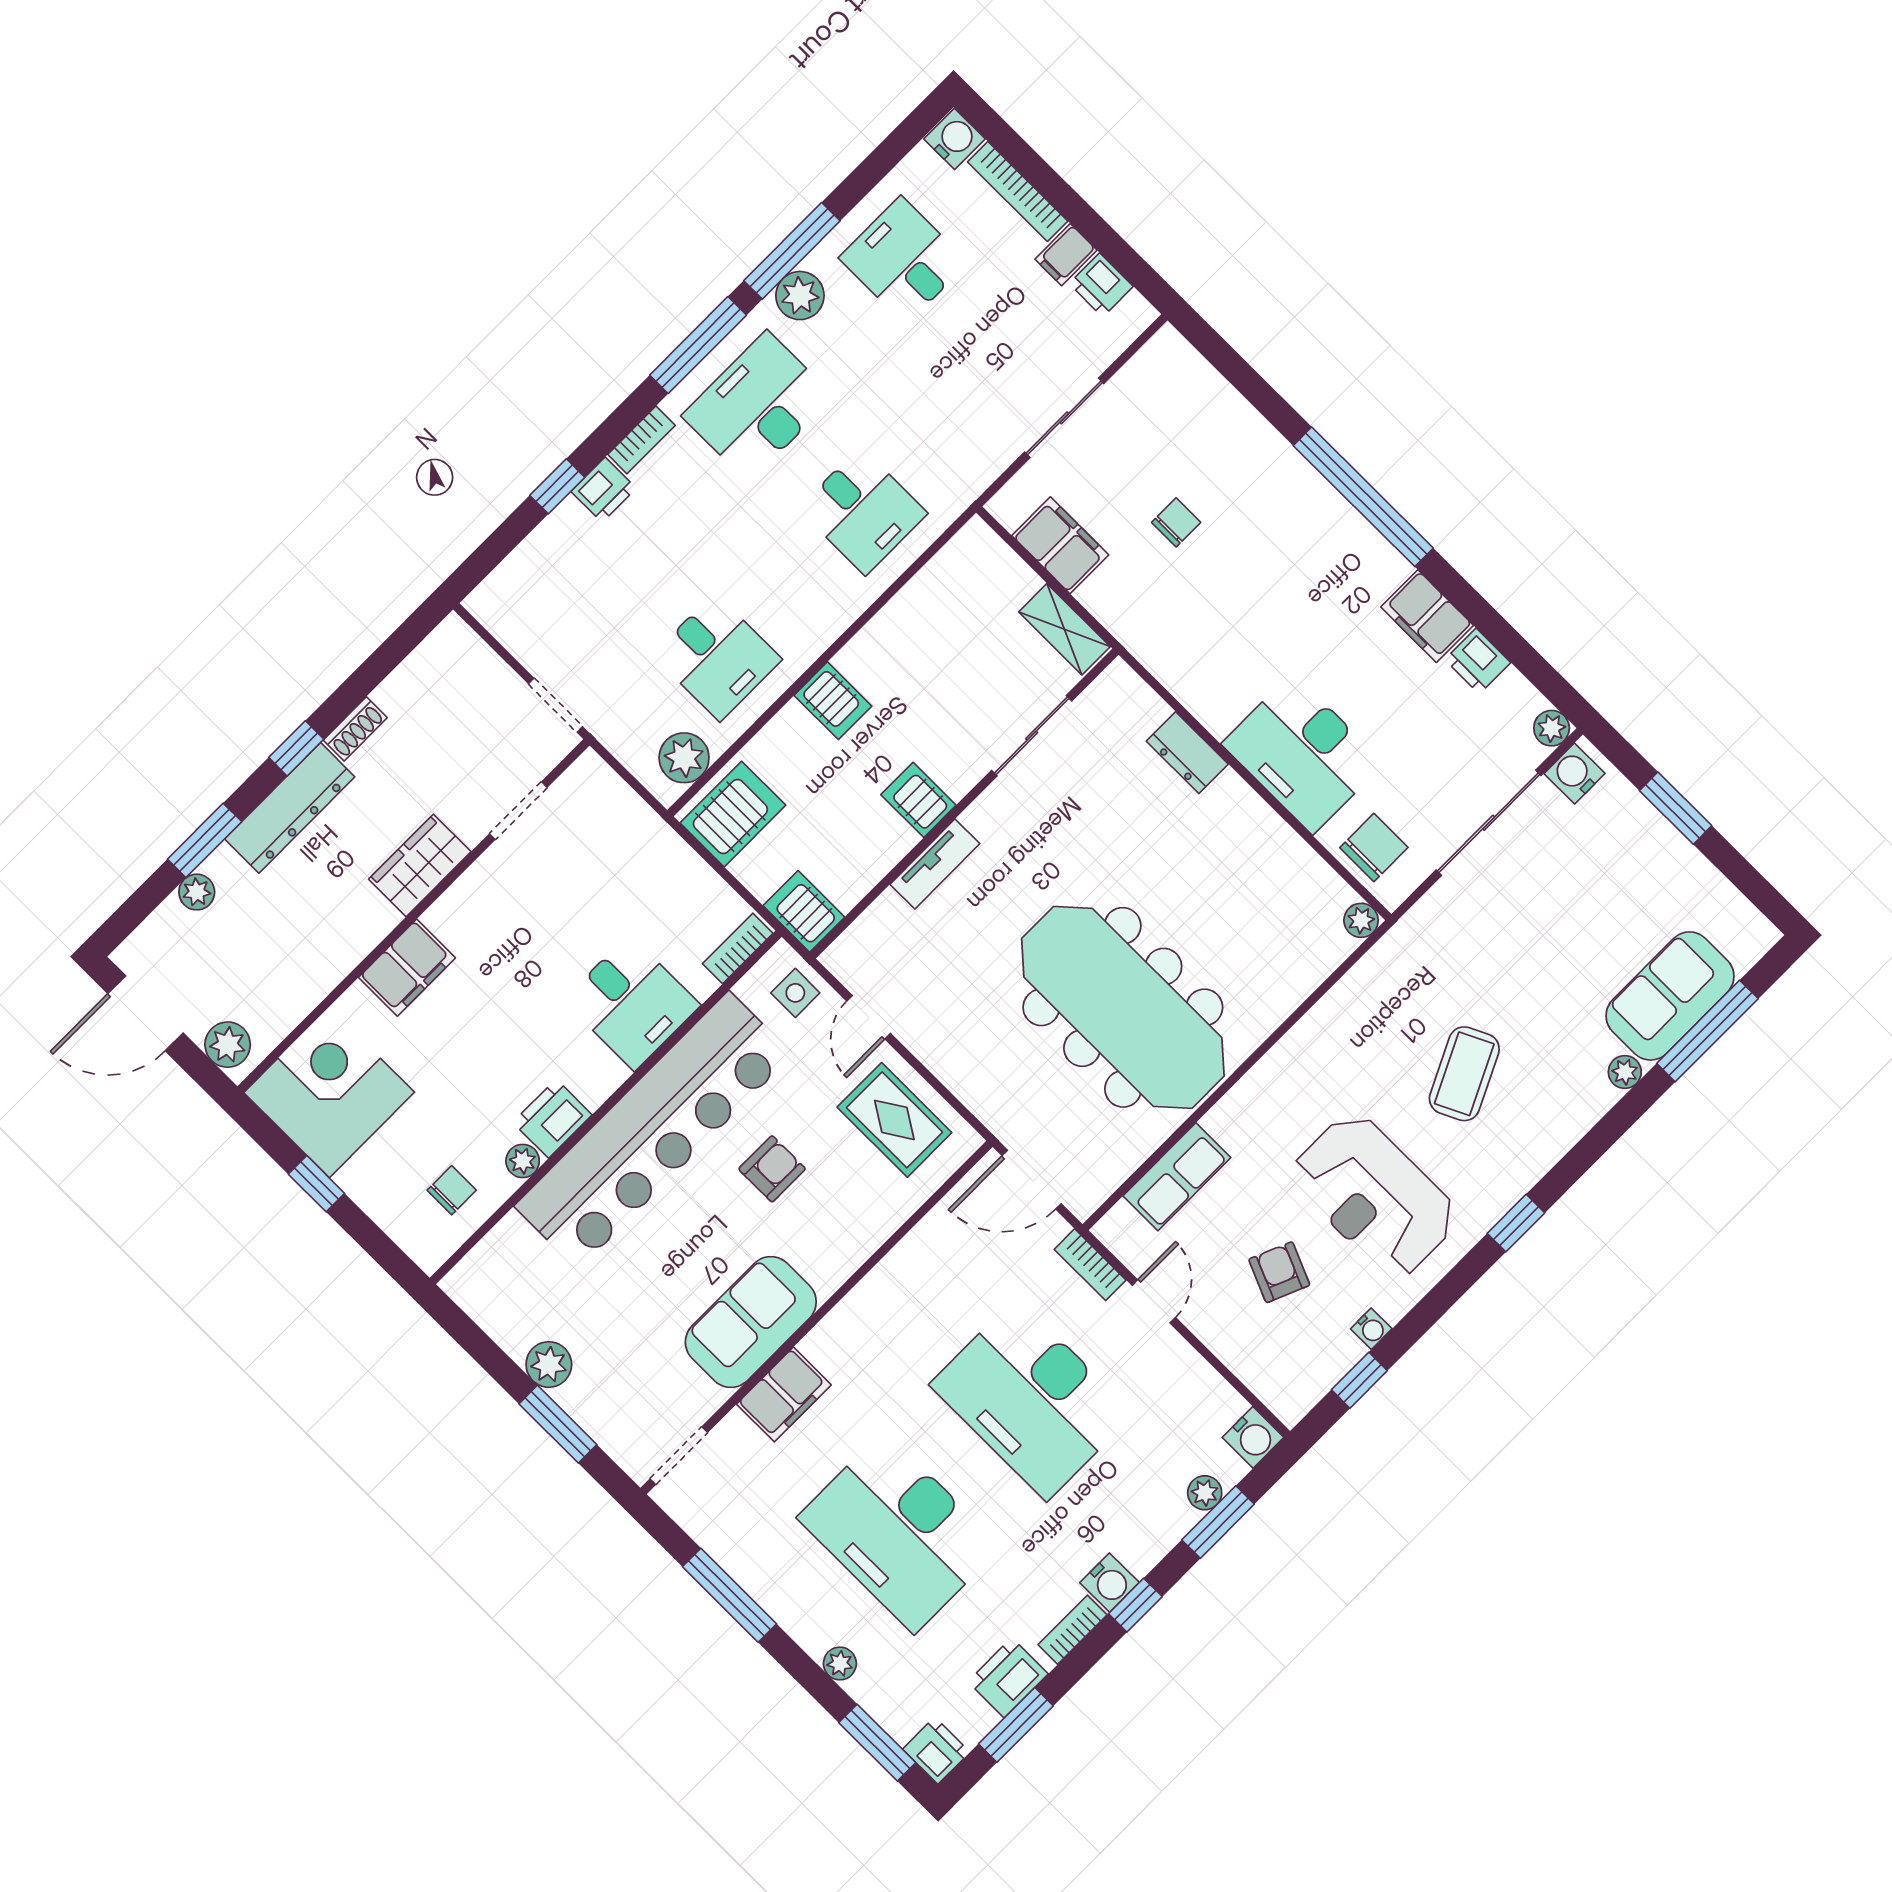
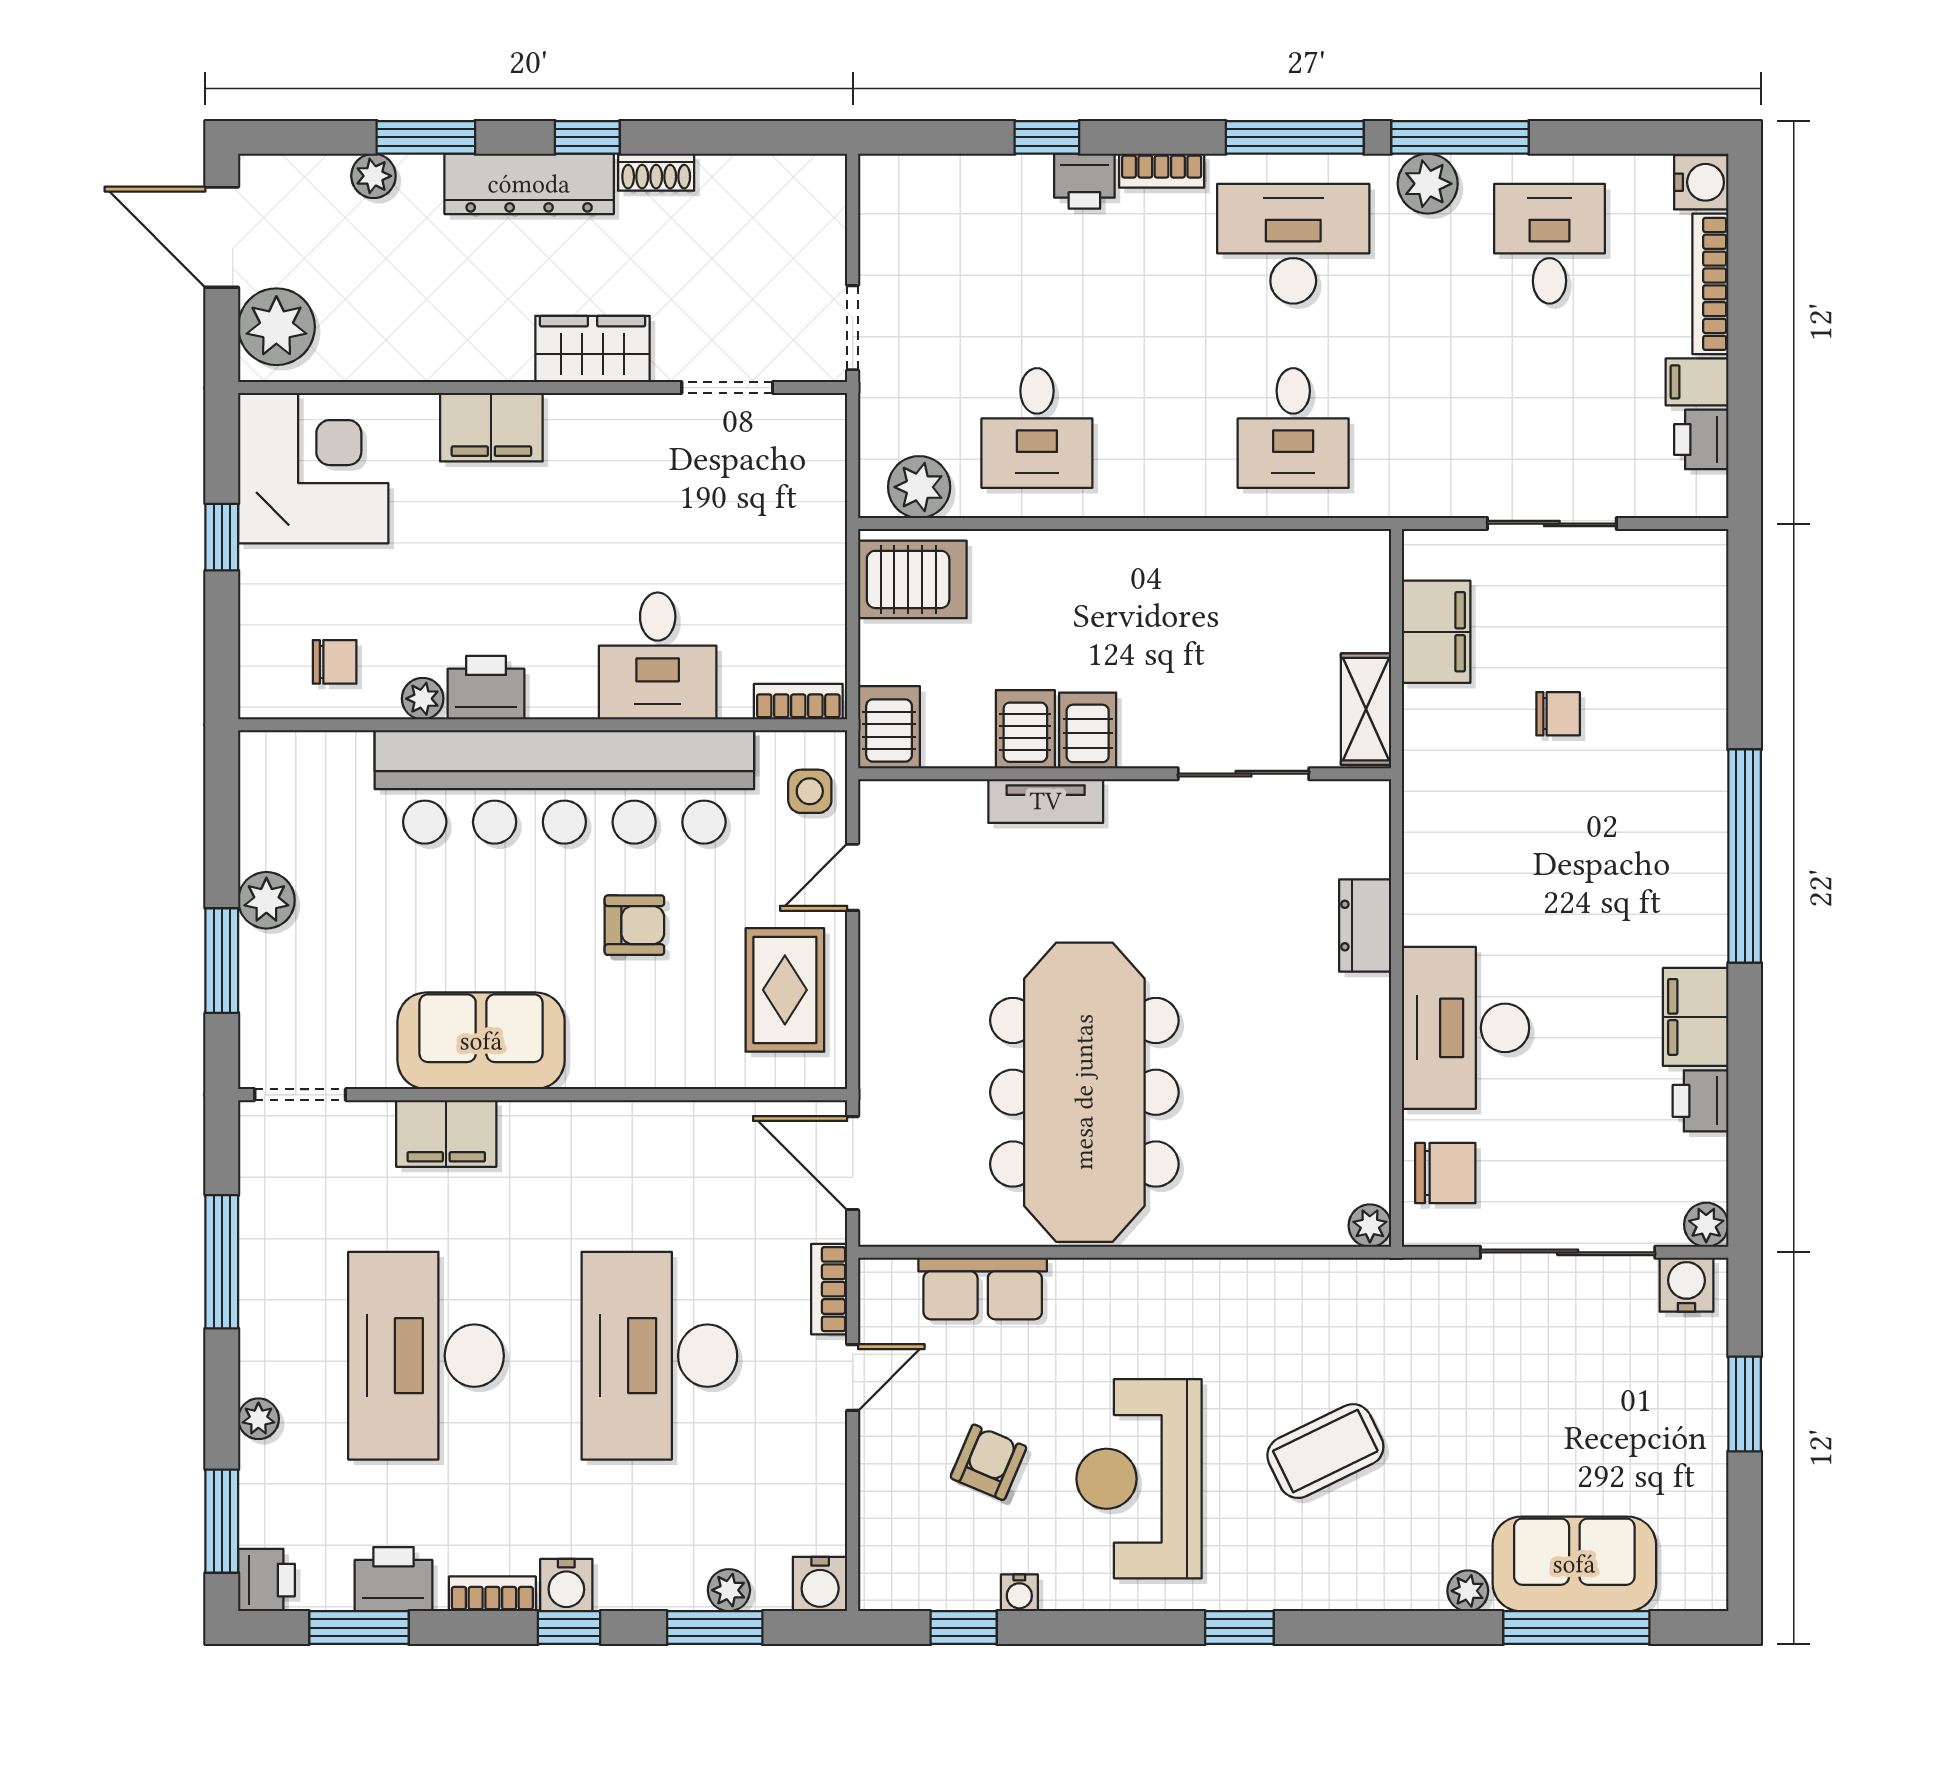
server rack: (833, 701) -> (1025, 729), moved, turned 180
plant: (228, 1045) -> (276, 327), width x1.36, depth x1.36

